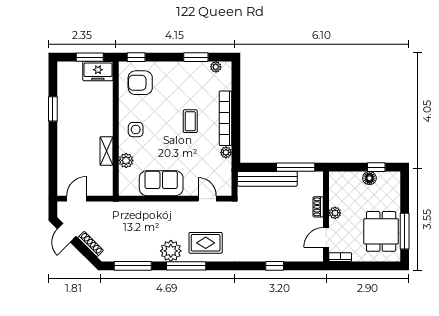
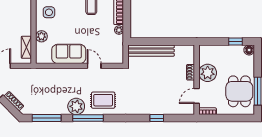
shelving: (107, 151) -> (26, 47), moved
window: (296, 167) -> (173, 41), removed
floor lamp: (369, 178) -> (249, 50), moved
door: (207, 199) -> (94, 66), moved
plant: (335, 213) -> (208, 73), width x1.88, depth x1.88

